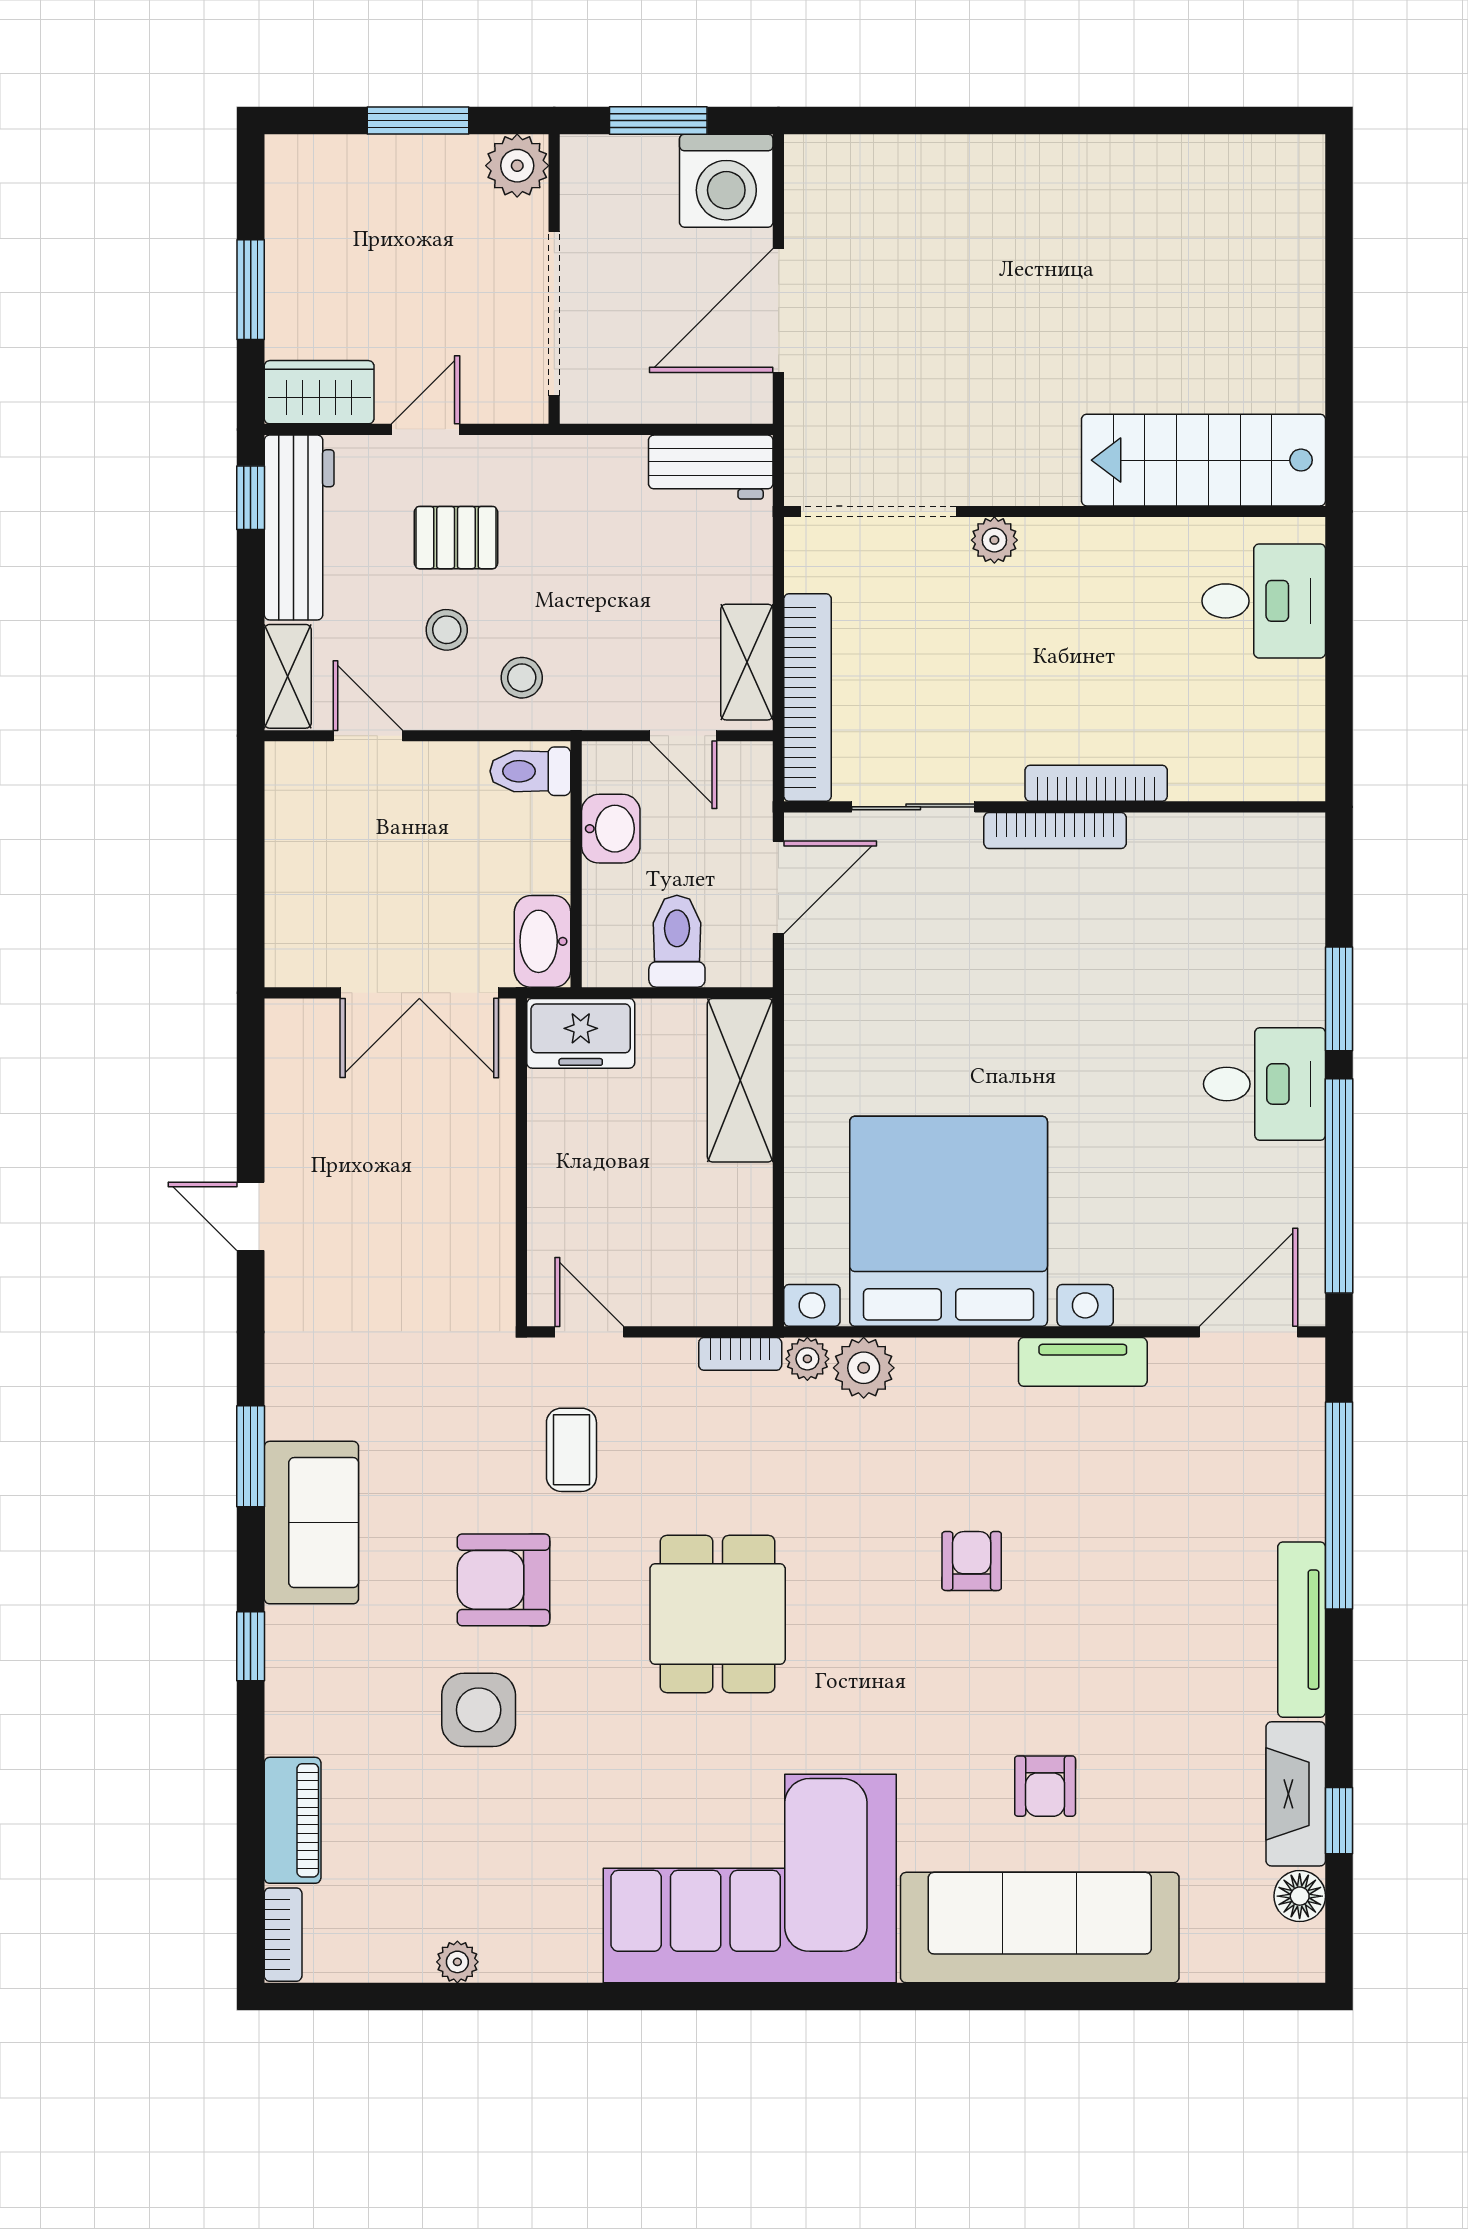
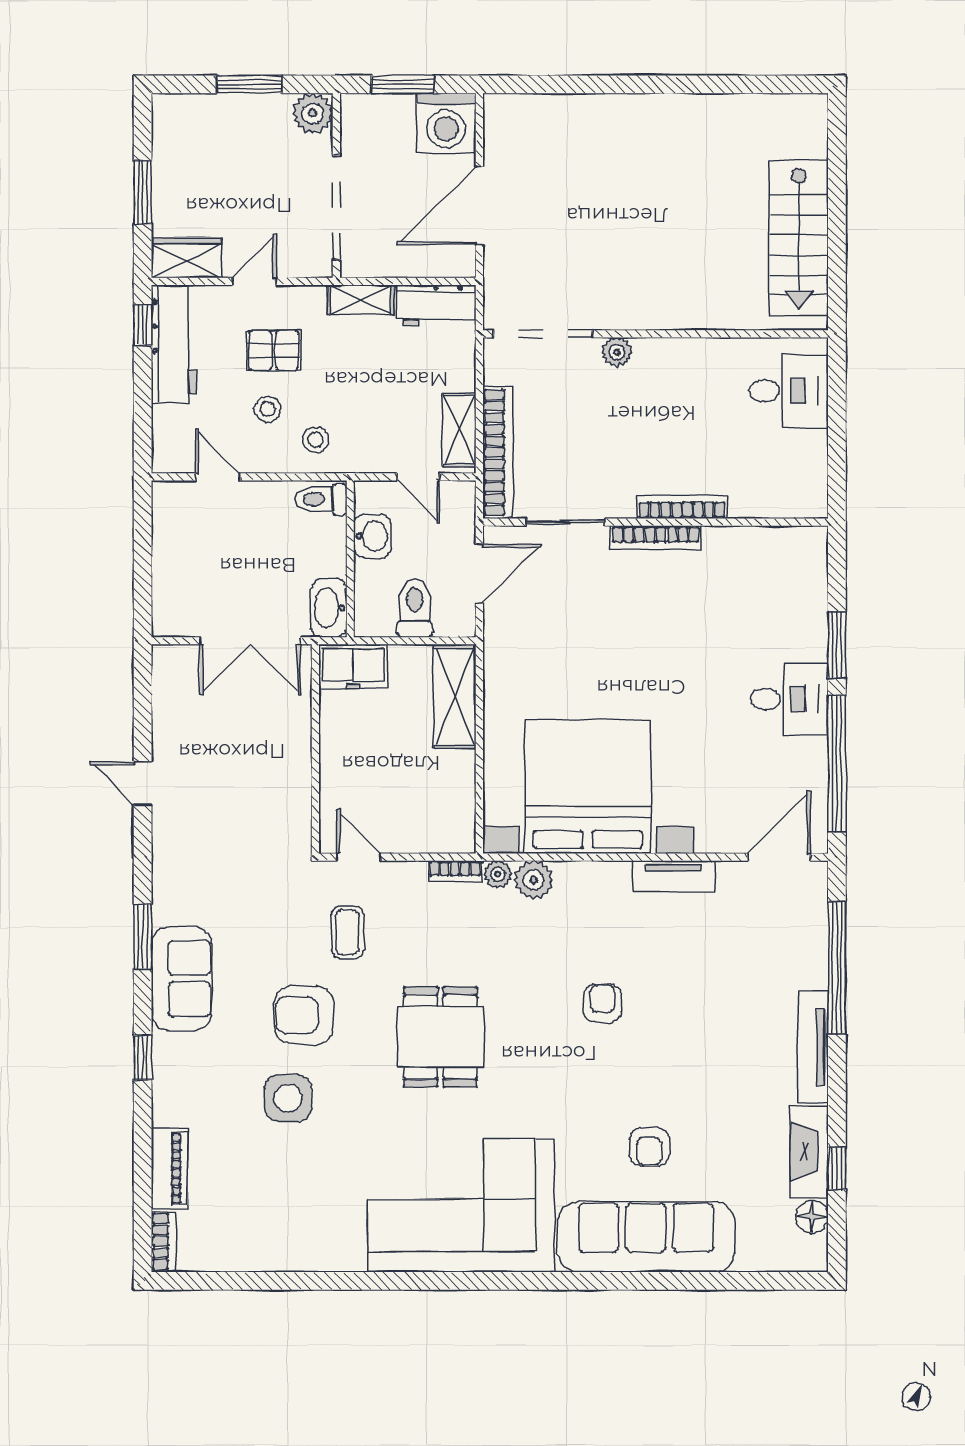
stairs: (1203, 460) -> (799, 238), moved, turned -90
shelving: (288, 676) -> (361, 300), moved, turned 90
plant: (457, 1962) -> (275, 1259), removed

